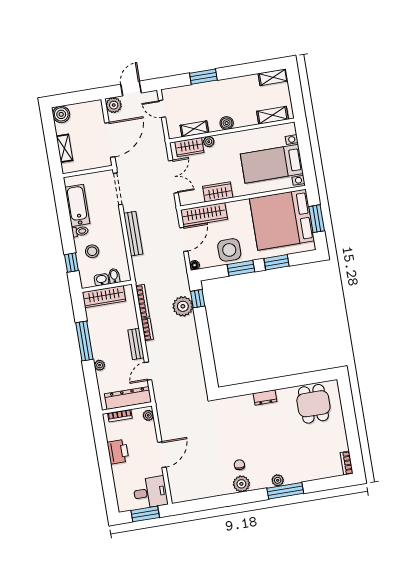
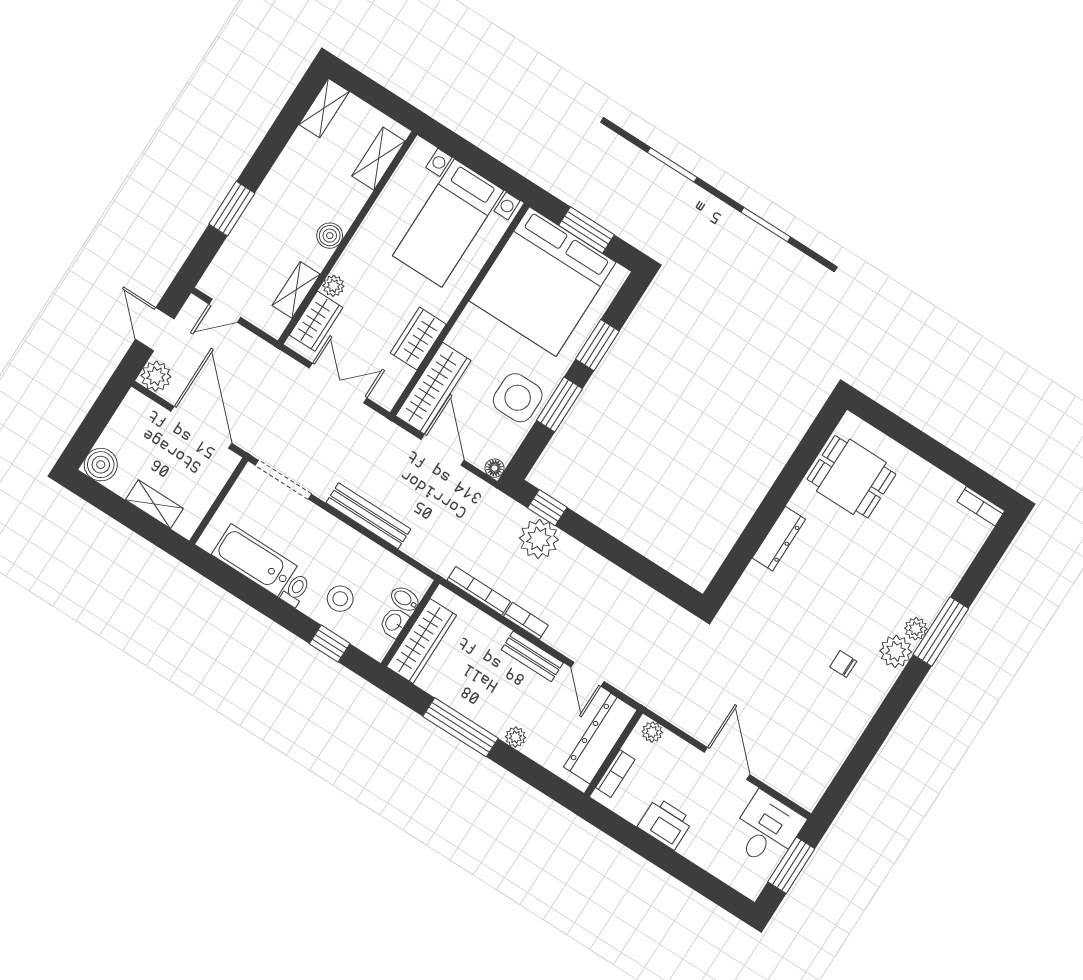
dresser: (265, 397) -> (779, 539), width x1.44
plant: (241, 484) -> (896, 651), moved

